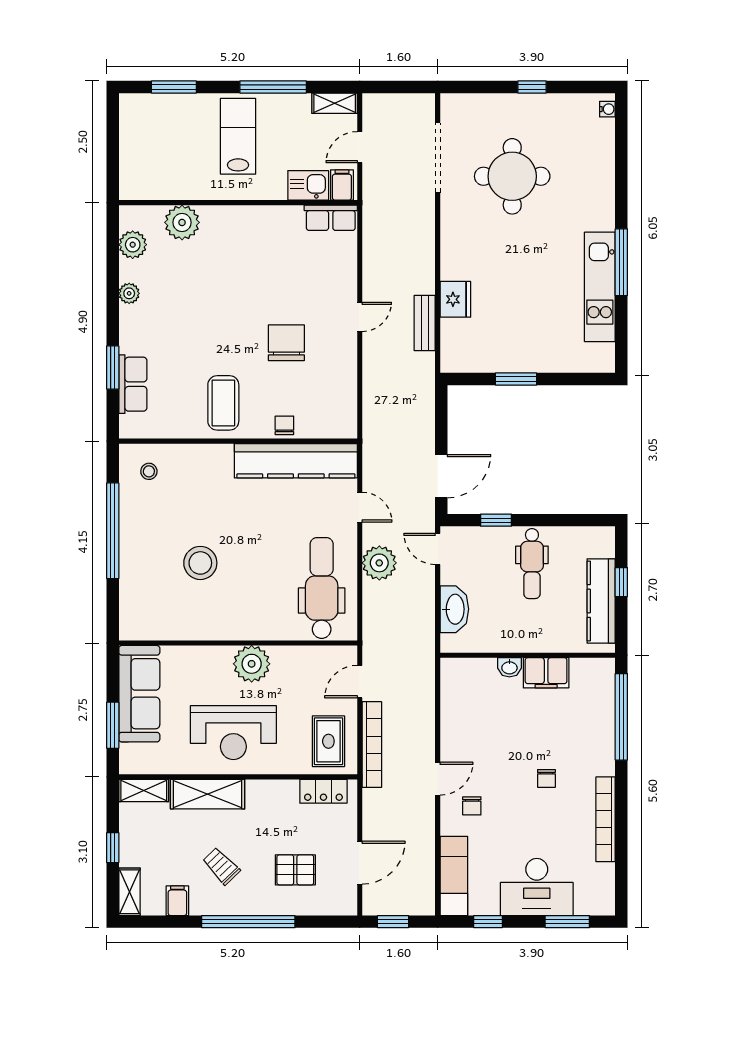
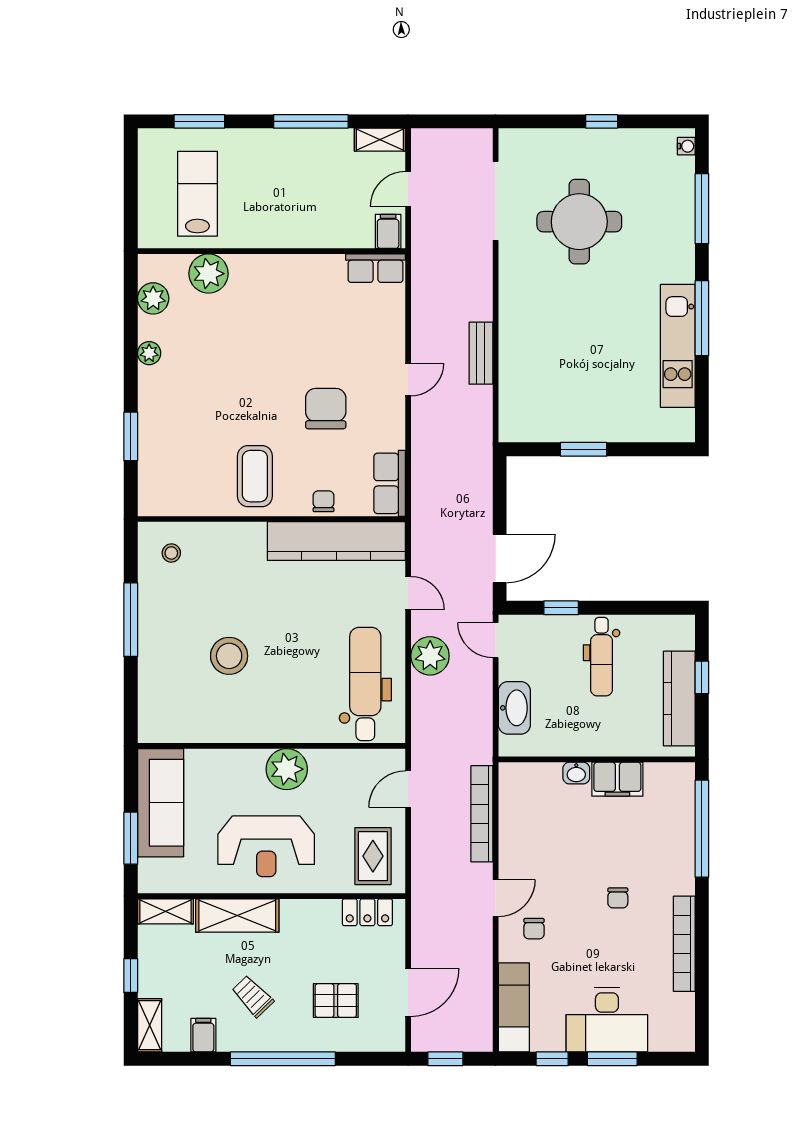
lab bench: (238, 136) -> (197, 194), moved
window: (621, 165) -> (702, 209), added
kitchen sink: (308, 185) -> (350, 232), removed
fridge: (455, 299) -> (516, 360), removed
bench: (425, 323) -> (481, 353), moved
row of seats: (133, 384) -> (390, 483), moved, turned 180
window: (113, 531) -> (131, 620), width x0.68
bookcase: (372, 745) -> (482, 814), moved, turned 180
window: (567, 922) -> (612, 1059), moved

